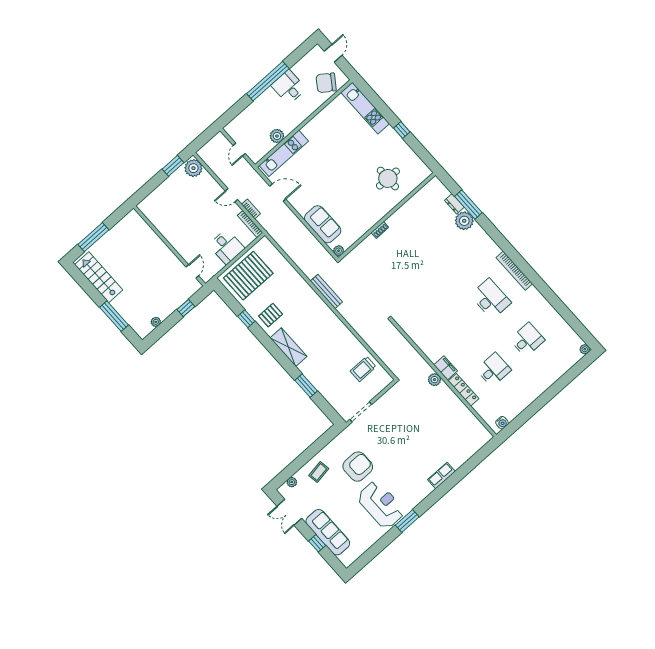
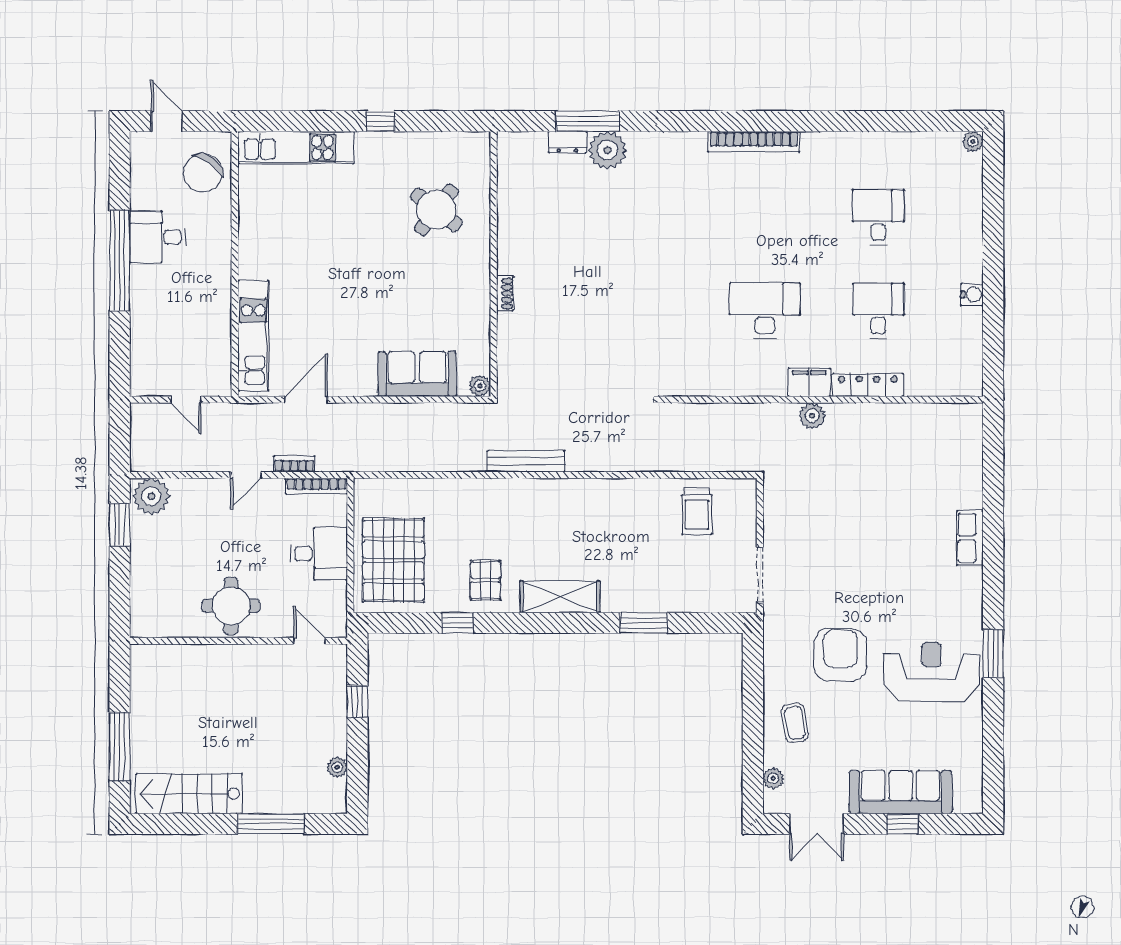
plant: (277, 136) -> (217, 323), removed
round table: (388, 178) -> (436, 210), turned 38
round table: (180, 232) -> (231, 606), added
desk: (491, 299) -> (765, 311), moved
water cooler: (502, 423) -> (972, 294), moved

